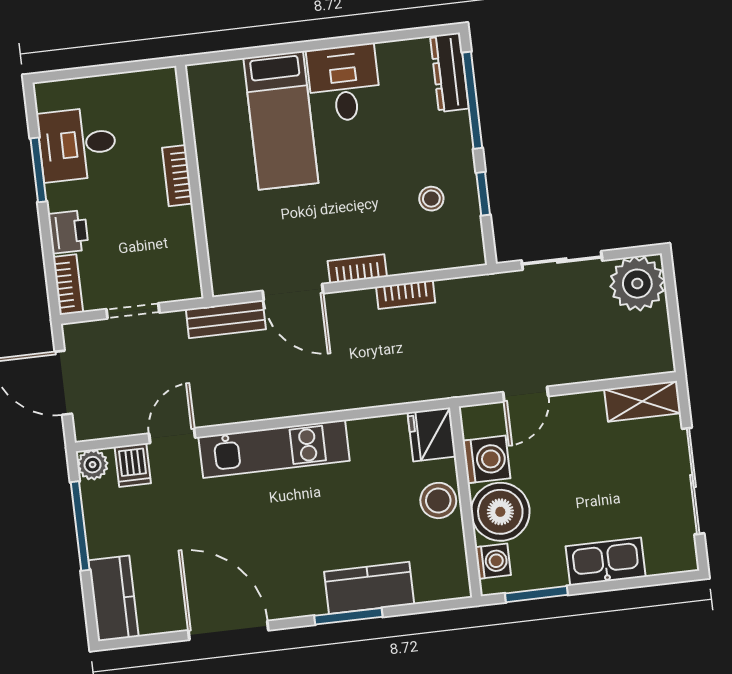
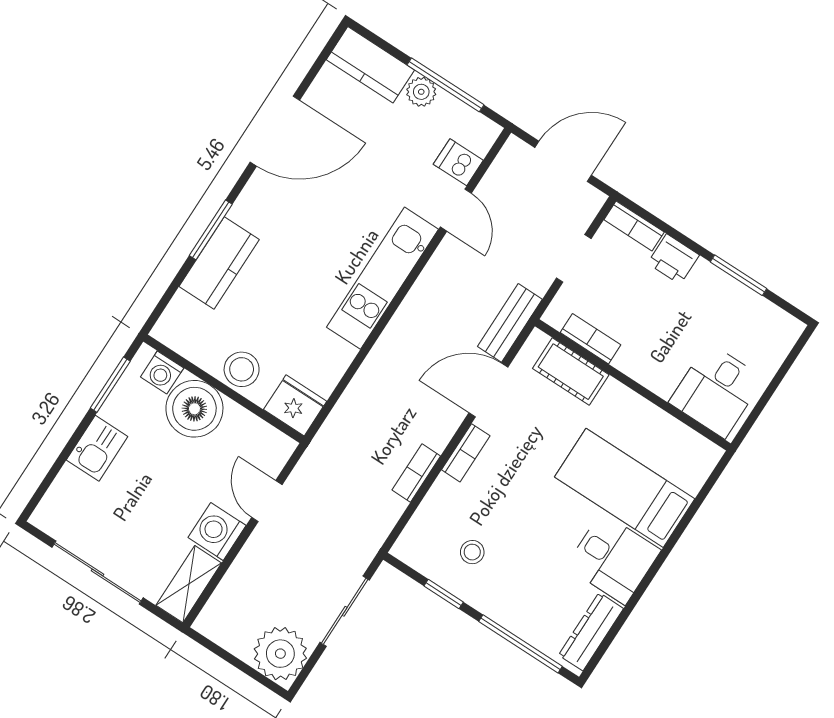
dresser: (449, 72) -> (591, 632), moved, turned -90
desk: (77, 144) -> (716, 391), moved, turned 180
bookcase: (177, 176) -> (590, 339), moved
cot: (224, 239) -> (571, 372), added
washing machine: (487, 459) -> (217, 532), moved, turned 90
plant: (93, 465) -> (421, 92), moved
kitchen sink: (606, 562) -> (97, 448), width x0.73

